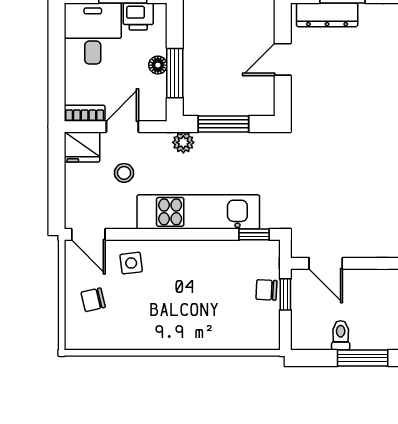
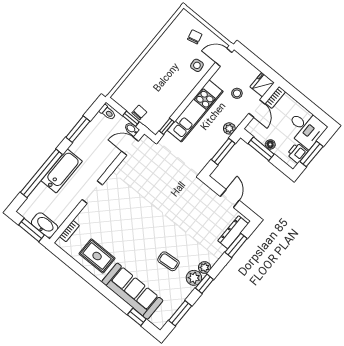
bidet: (299, 281) -> (132, 129), added
toilet: (341, 335) -> (108, 112), moved

